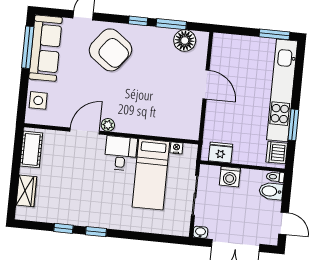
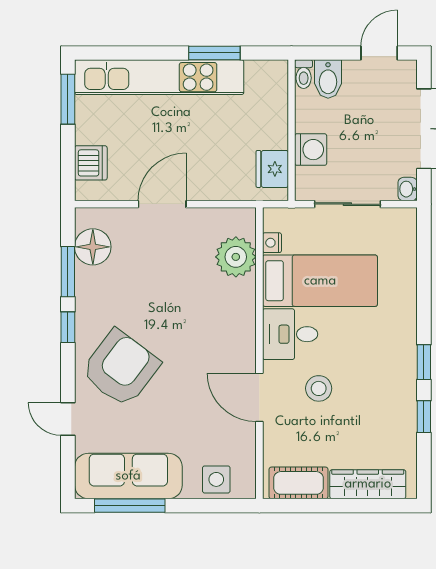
plant: (108, 125) -> (236, 257), moved, width x1.87, depth x1.87
dishwasher: (277, 153) -> (91, 163), moved, turned -90
stool: (87, 167) -> (319, 388), added
wardrobe: (26, 191) -> (368, 484), width x1.50

